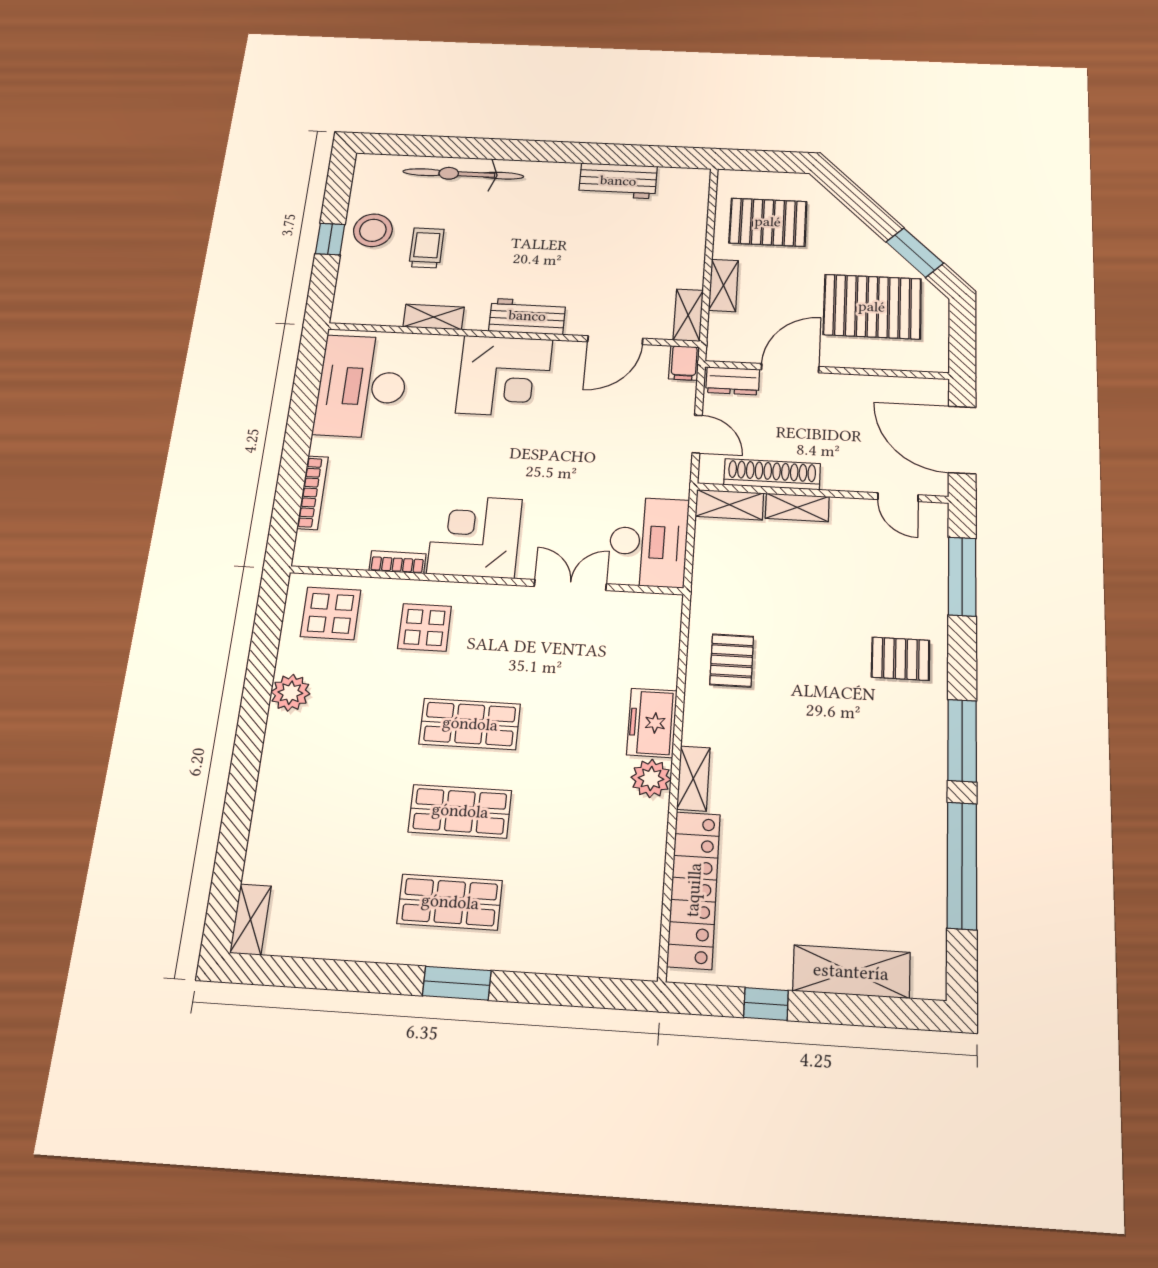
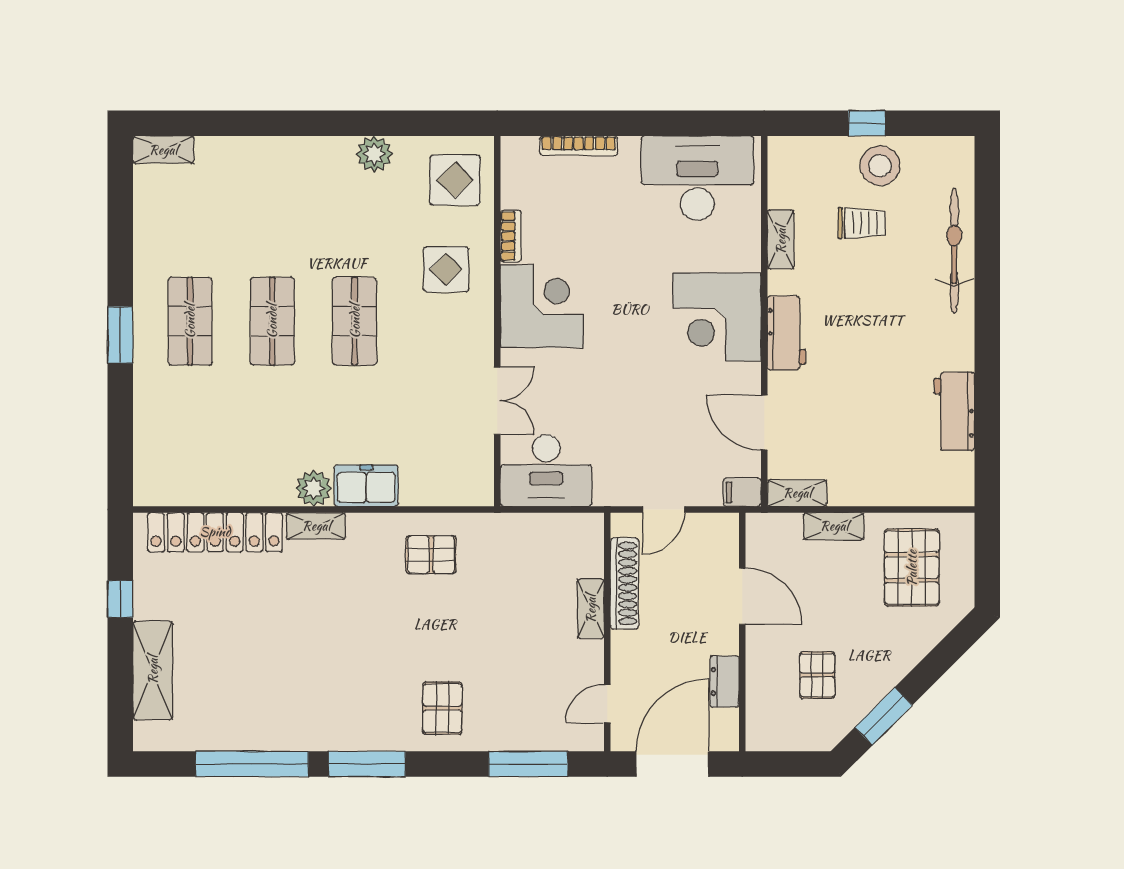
pallet: (872, 307) -> (817, 675), width x0.49, depth x0.50
dresser: (733, 381) -> (725, 681), moved
shelving: (730, 505) -> (590, 545), removed

